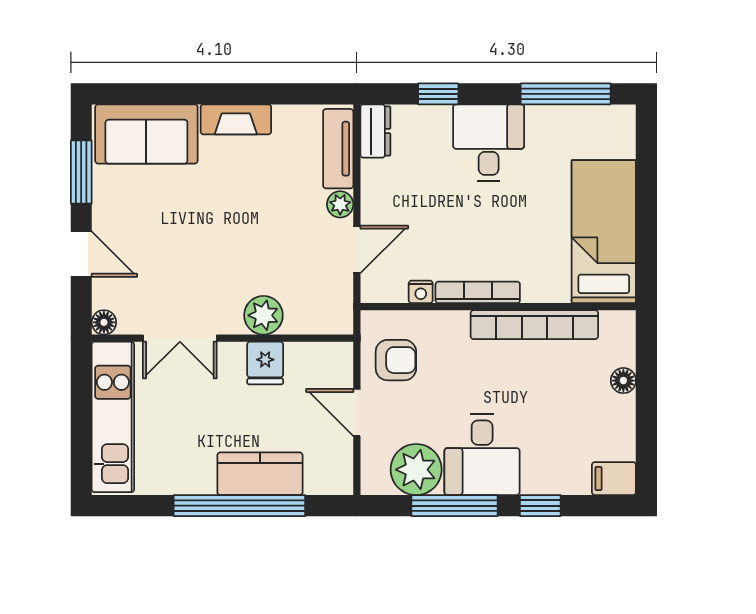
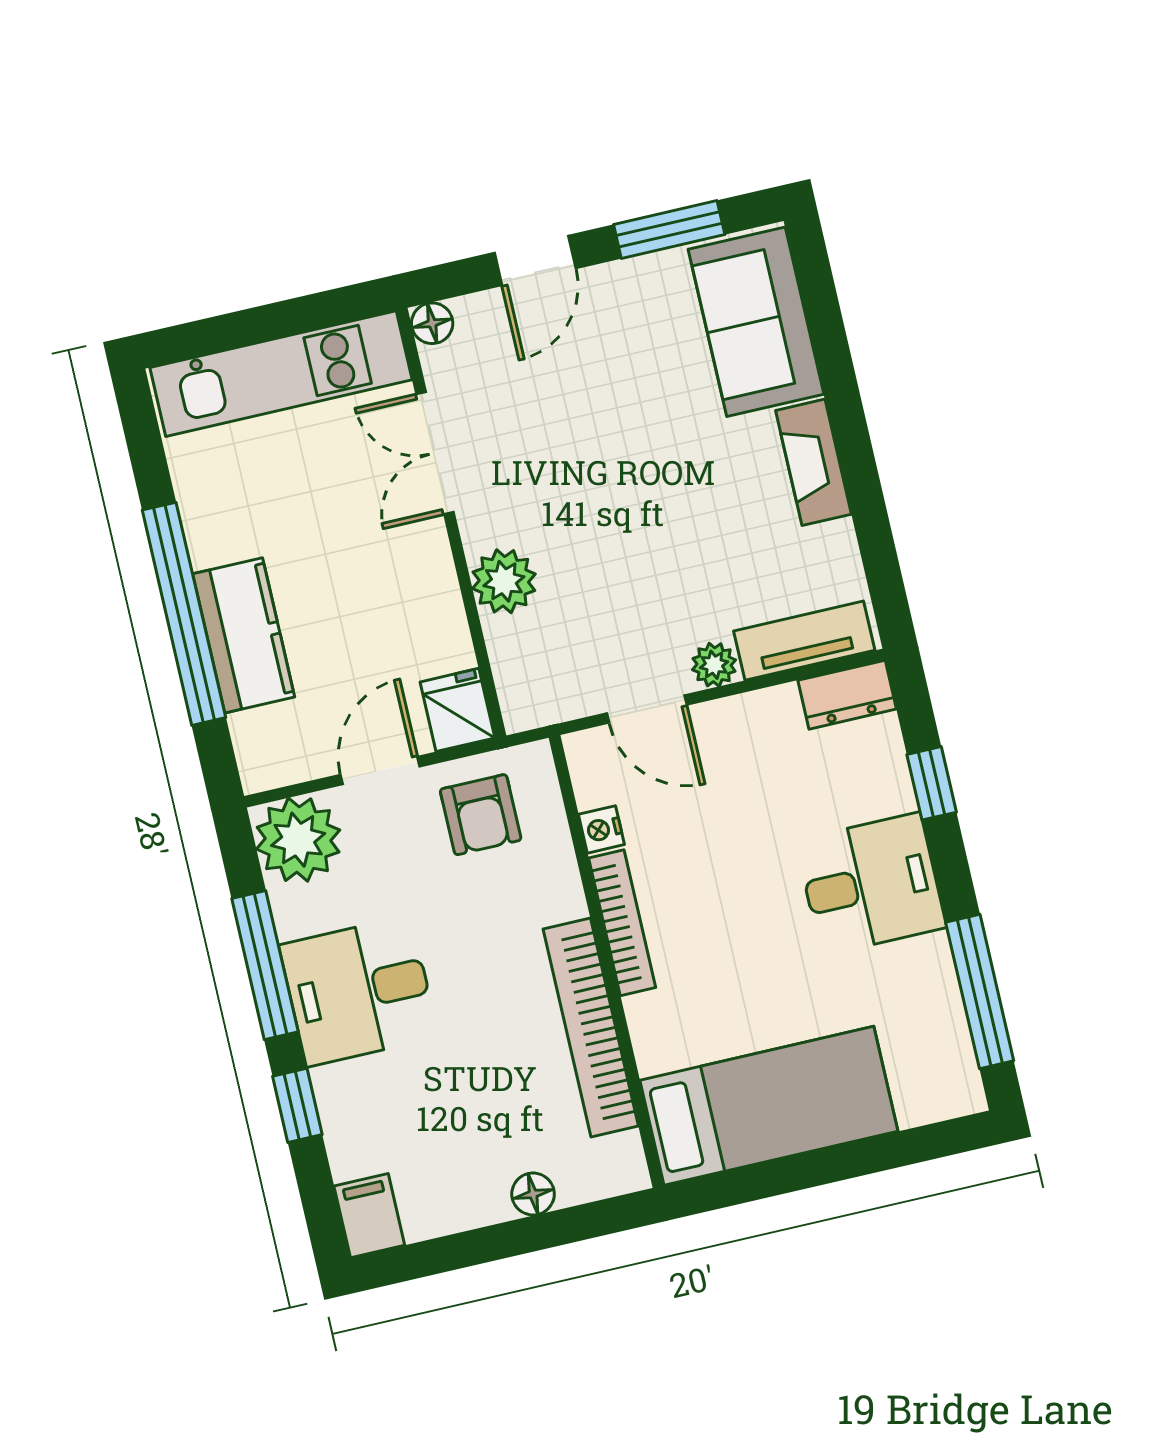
fridge: (265, 363) -> (457, 710), moved, turned 90
plant: (416, 470) -> (298, 840), moved

